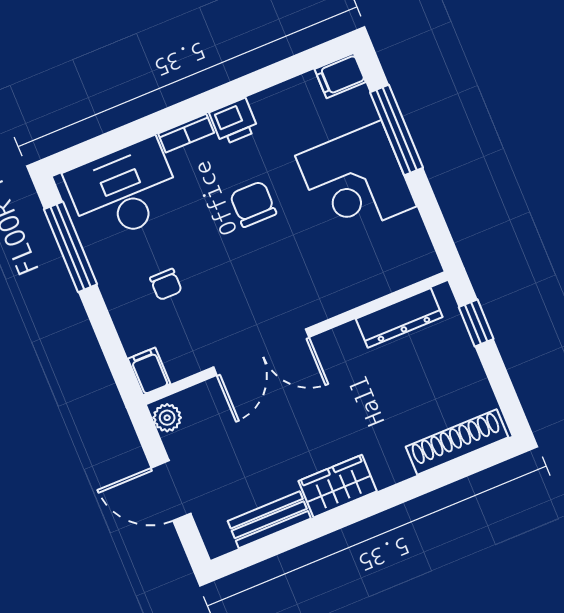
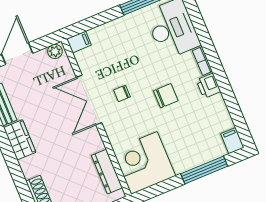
corner desk: (356, 181) -> (144, 163), moved
chair: (166, 284) -> (122, 93), moved

